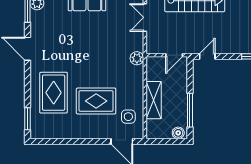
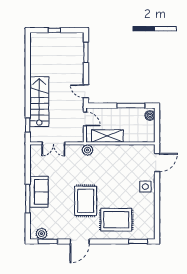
shelving: (154, 100) -> (107, 136), moved
rug: (96, 101) -> (86, 201), moved
side table: (128, 117) -> (145, 187), moved

